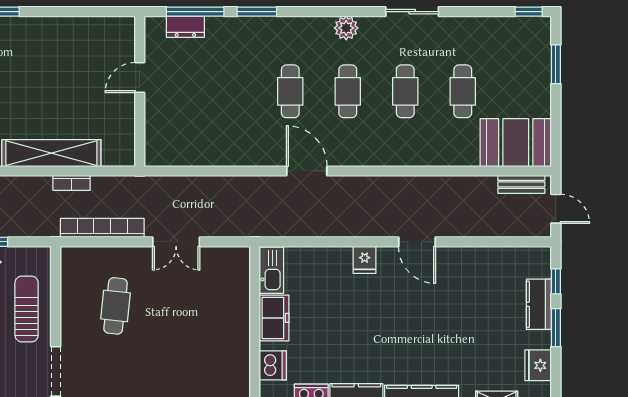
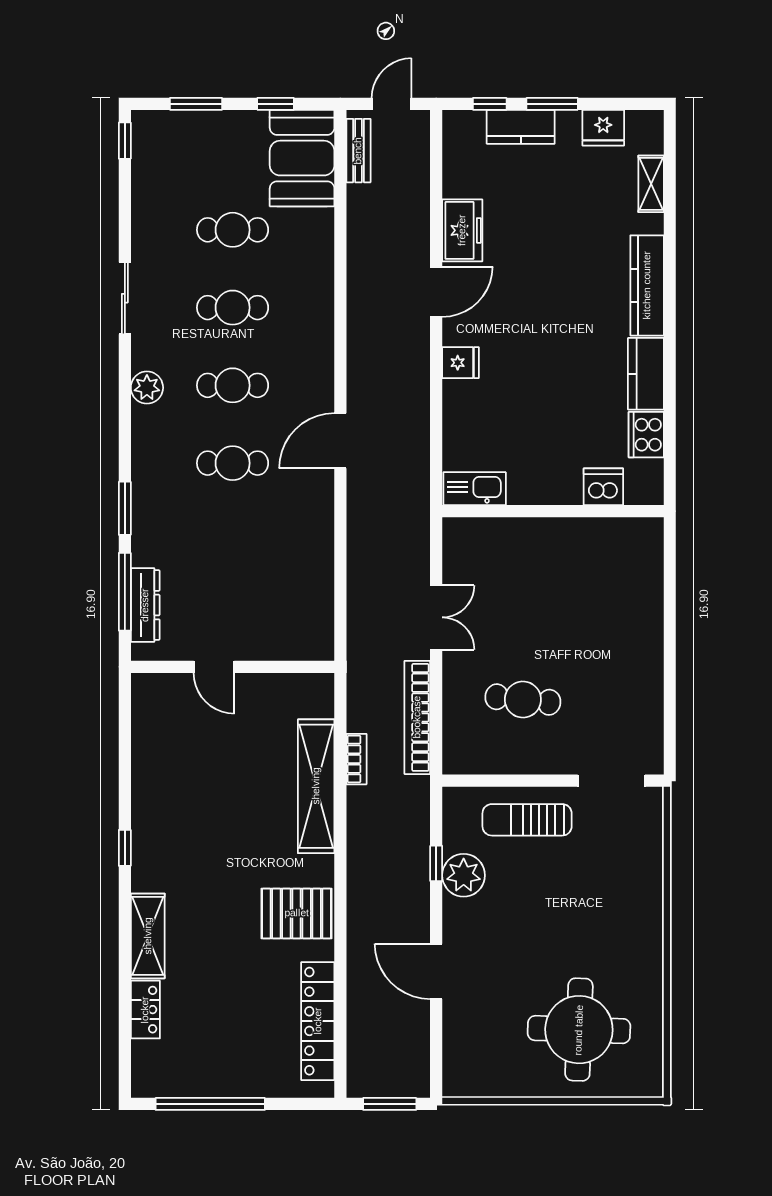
dresser: (185, 27) -> (145, 605), width x1.44
window: (556, 123) -> (276, 104), added
freezer: (274, 318) -> (462, 230), moved, turned 90

